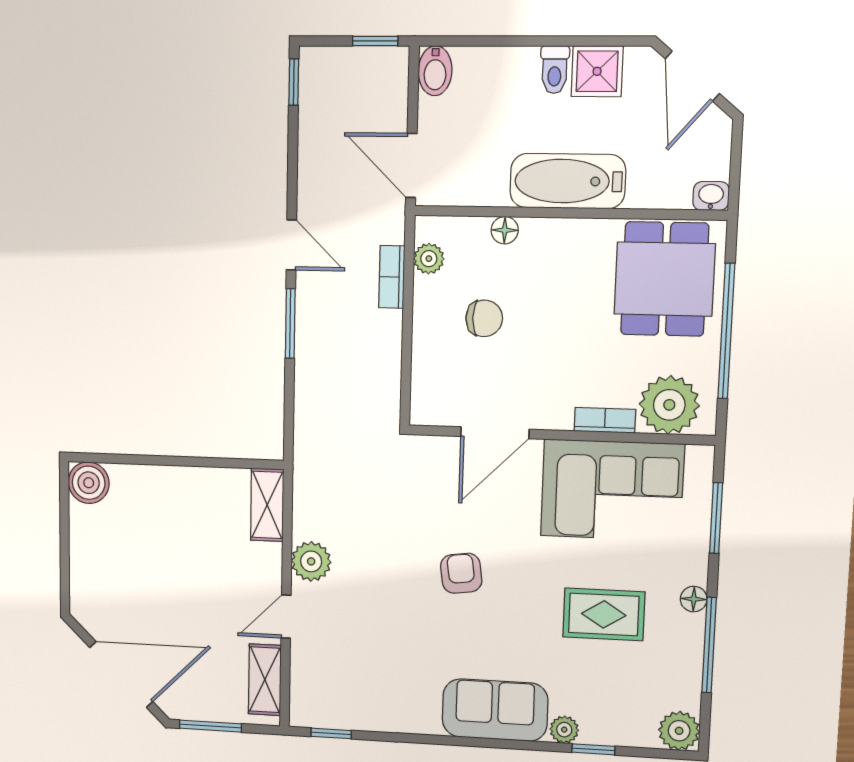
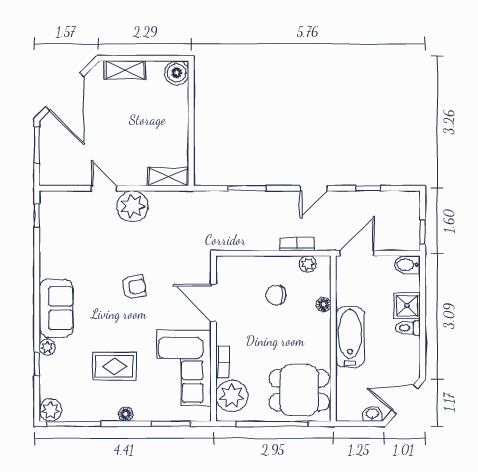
shower: (597, 71) -> (407, 306), moved
window: (294, 82) -> (368, 188), moved
washbasin: (711, 196) -> (372, 414), moved, turned -90
chair: (484, 318) -> (276, 295), turned 90
window: (290, 324) -> (247, 188), moved
plant: (311, 561) -> (133, 206), width x1.36, depth x1.36
rug: (604, 614) -> (114, 366), turned 90
window: (709, 645) -> (74, 424), moved
shelving: (265, 680) -> (125, 70), moved

